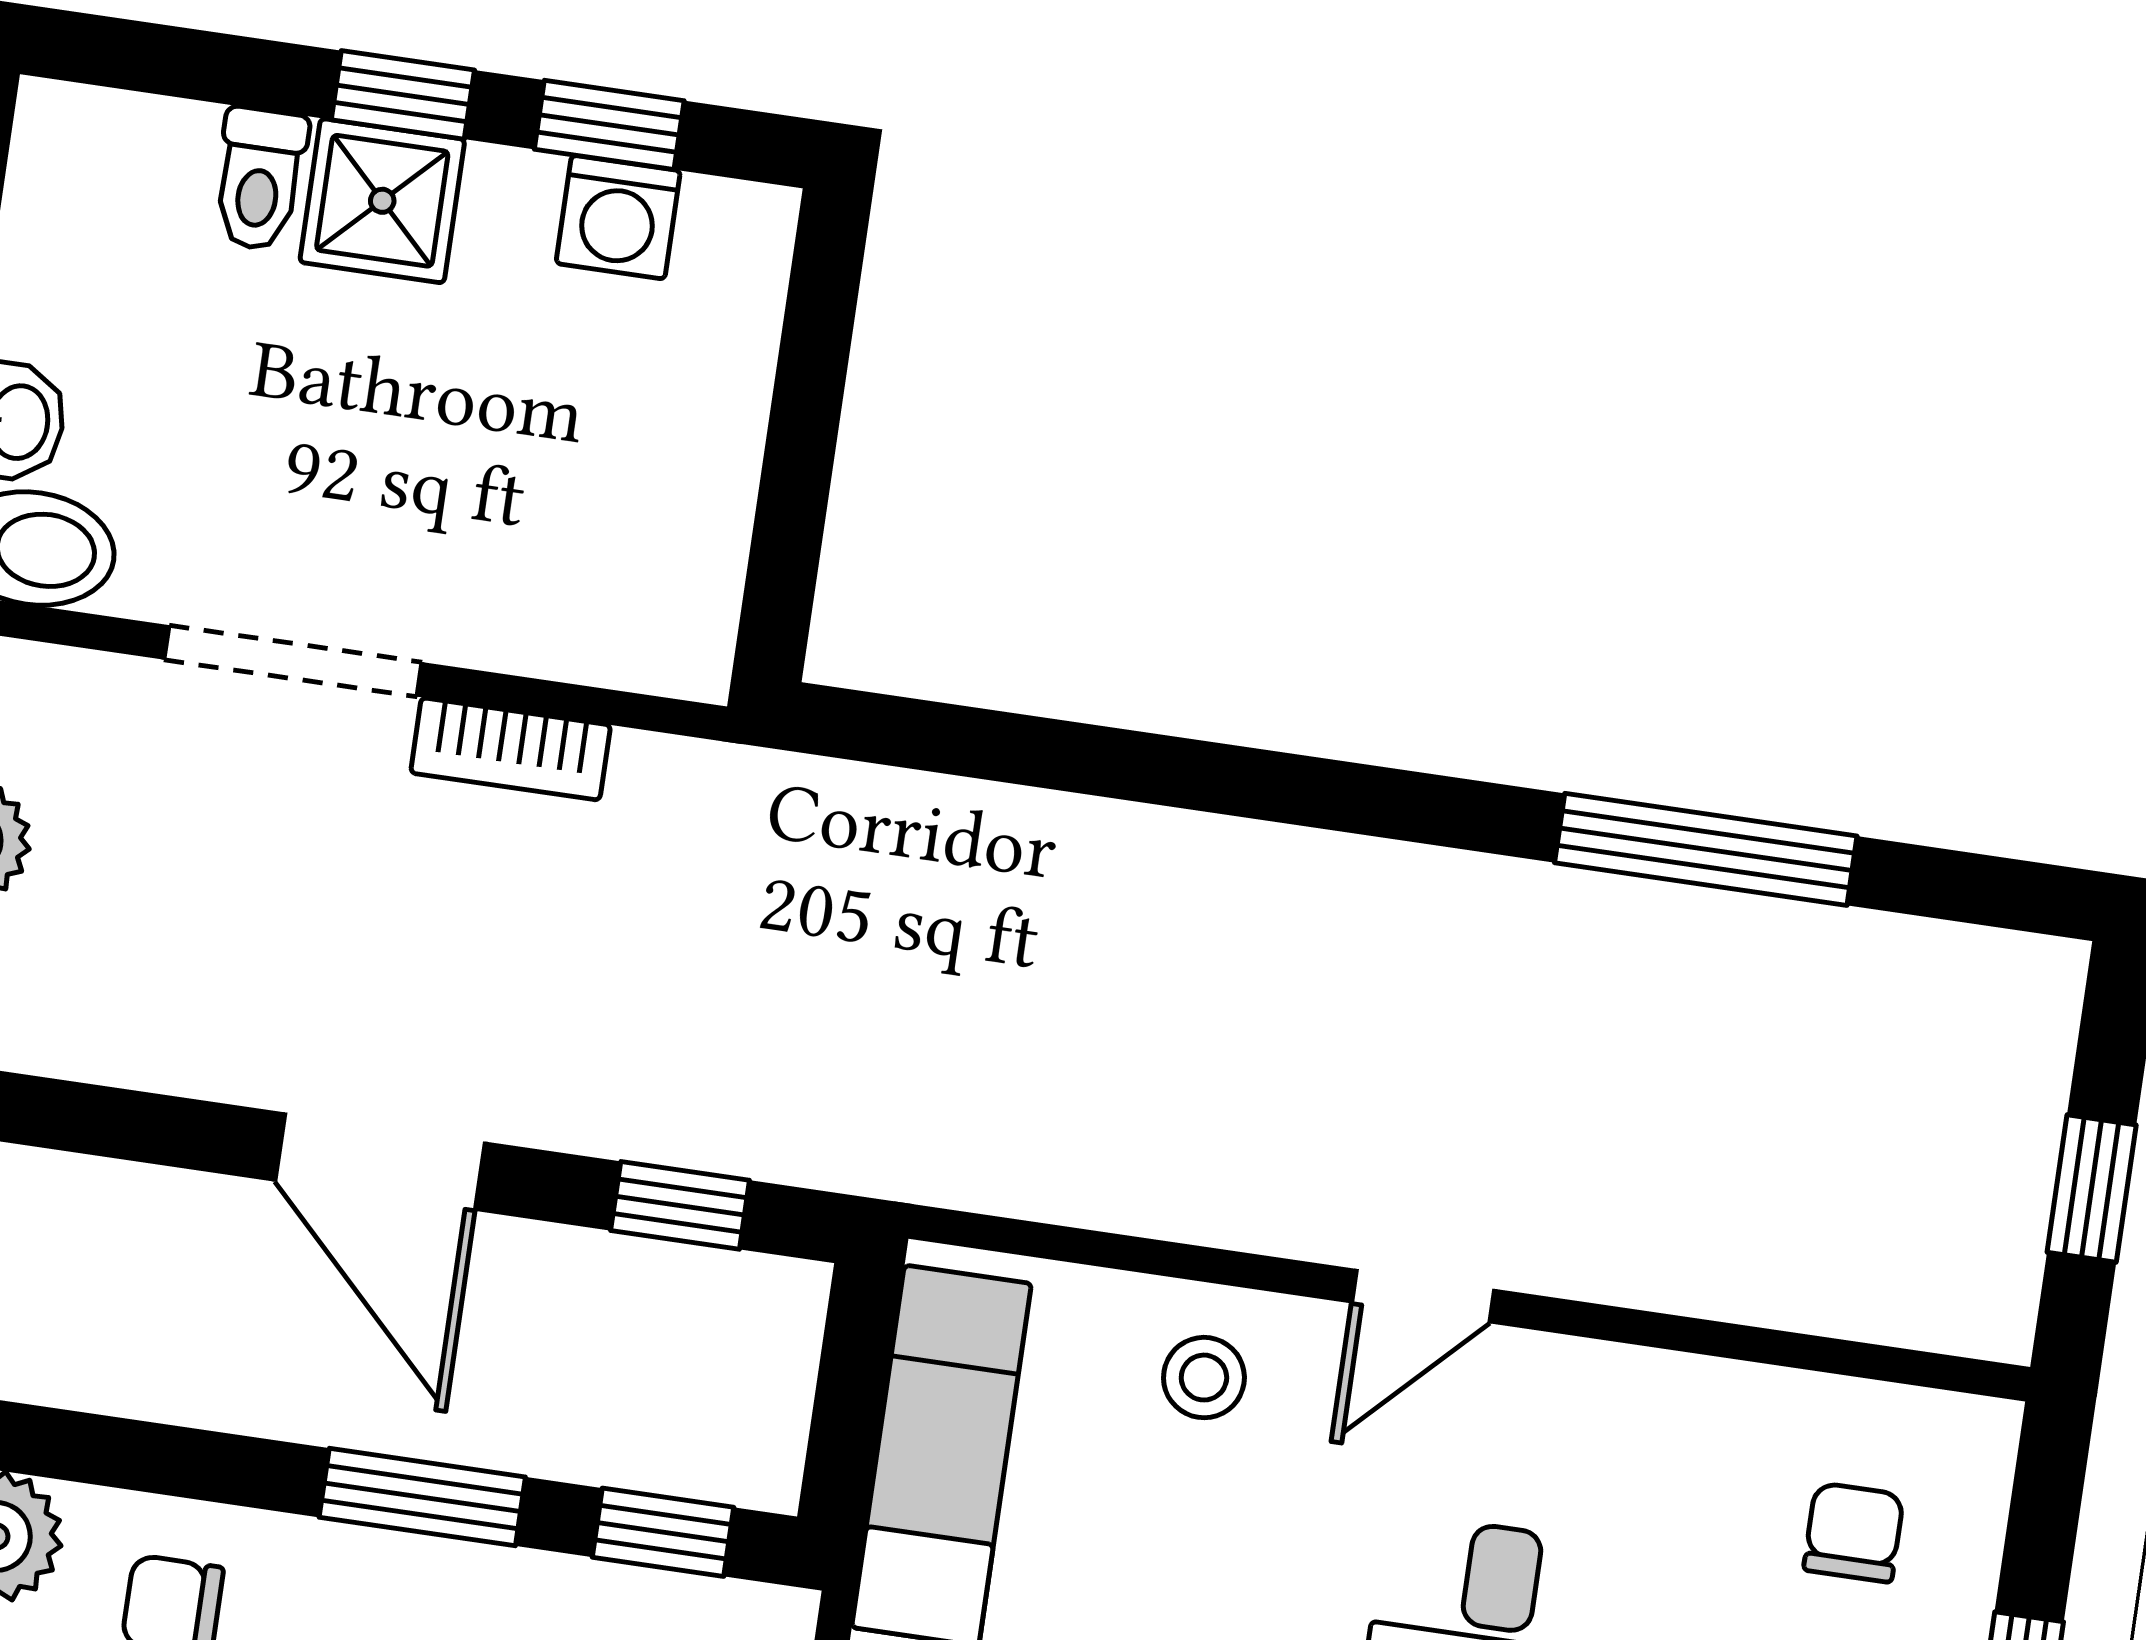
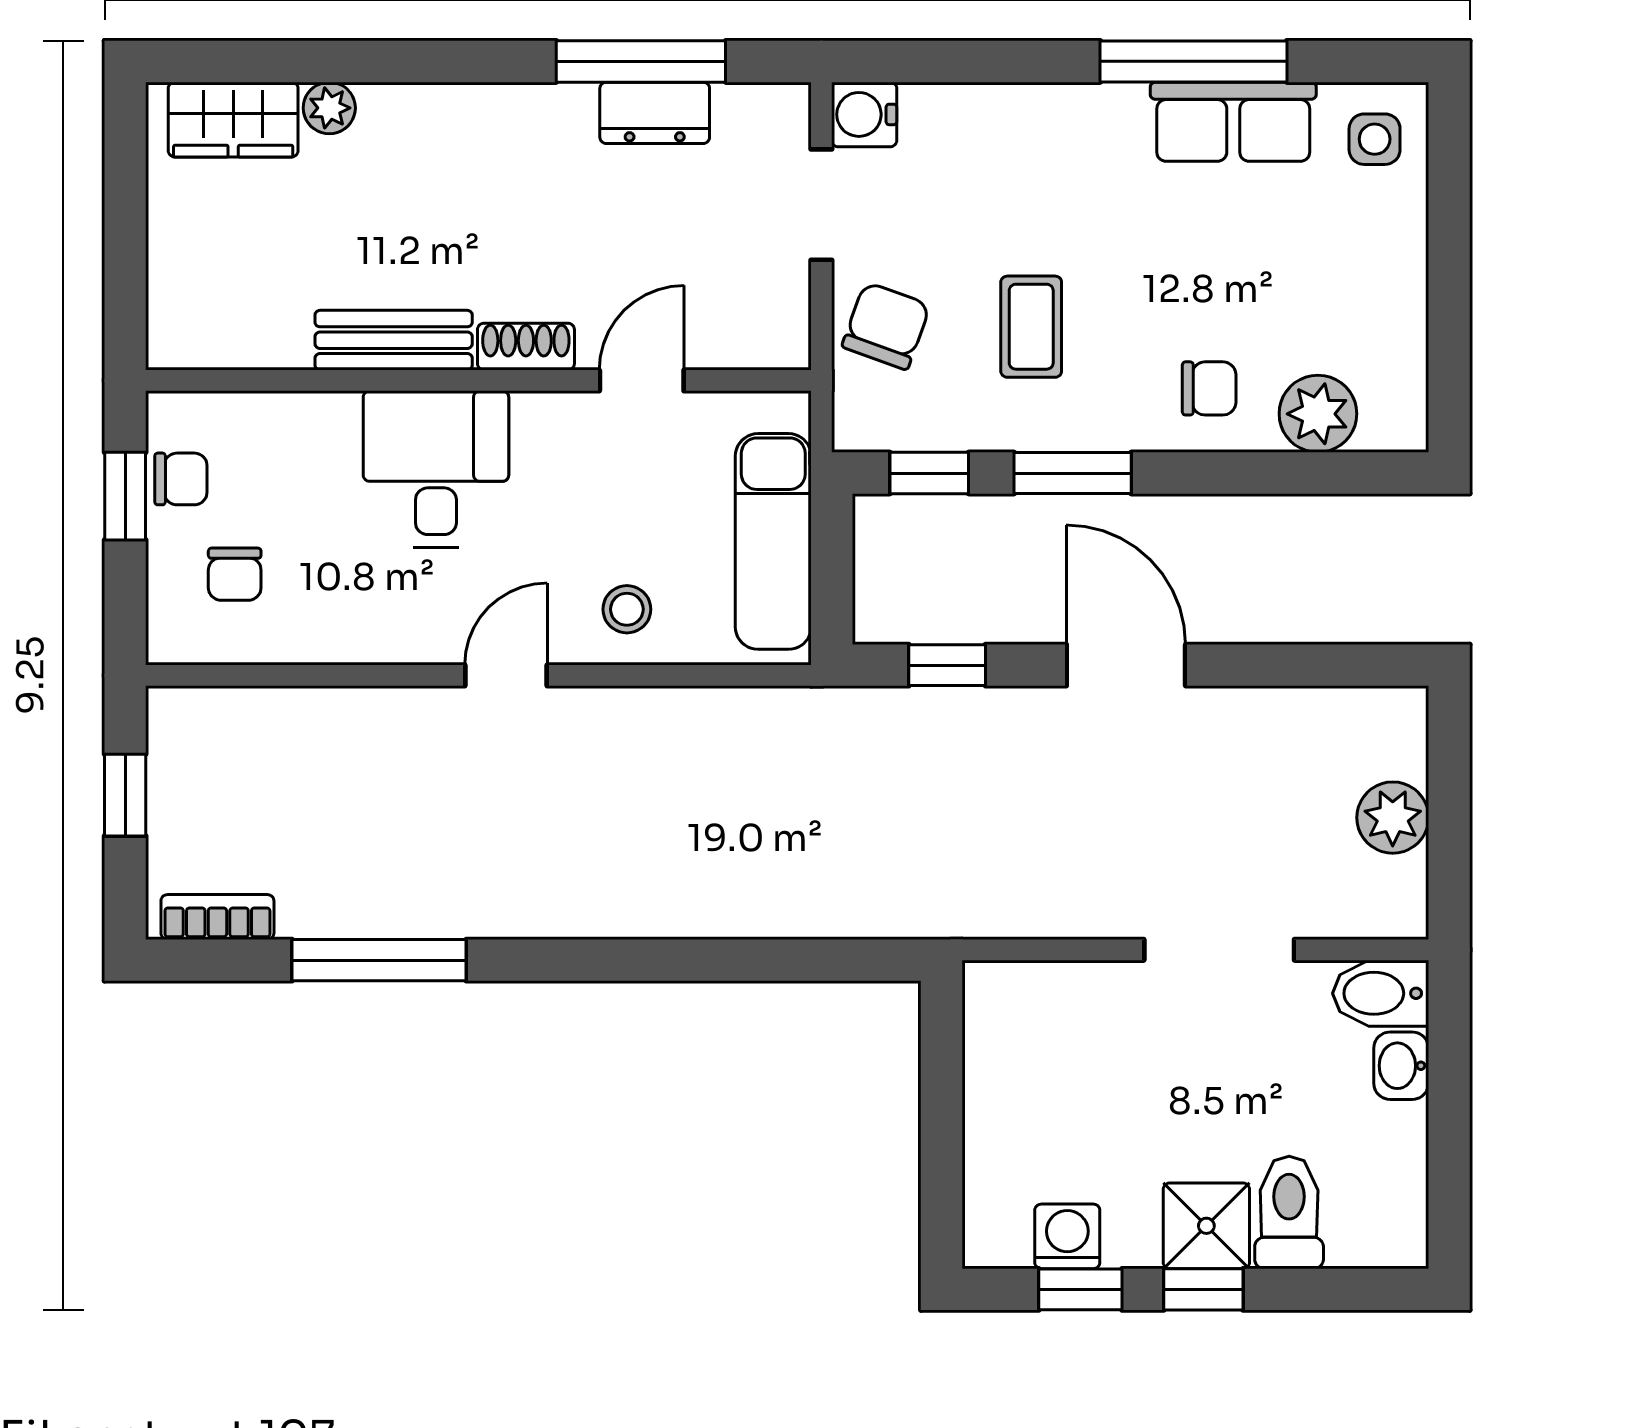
toilet: (260, 179) -> (1289, 1212), width x1.37, depth x1.39
bookcase: (511, 749) -> (217, 917), moved

